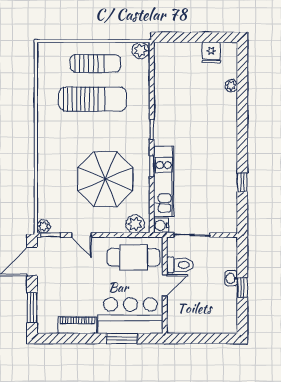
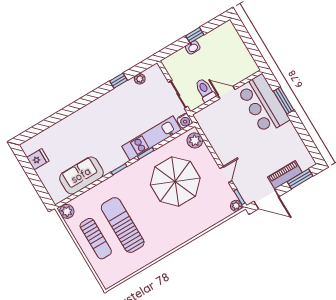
sun lounger: (95, 63) -> (96, 239), turned 180
plant: (231, 86) -> (140, 79), moved
sofa: (168, 87) -> (81, 175), added
cafe table: (133, 257) -> (220, 127), removed
piano: (78, 325) -> (285, 175), moved, turned 90

